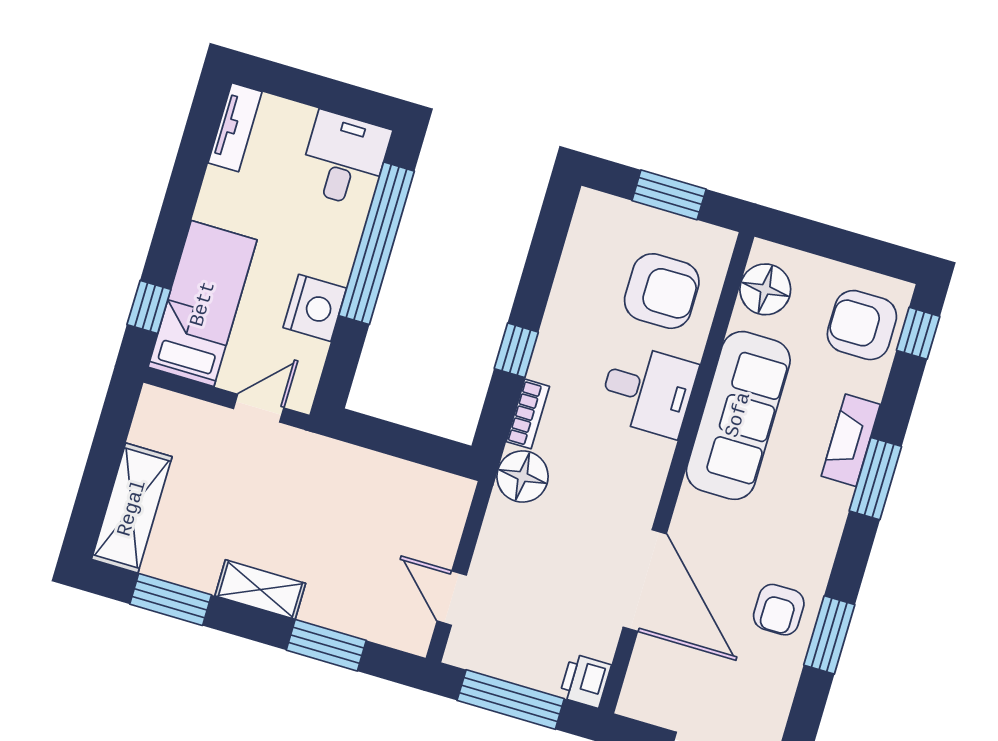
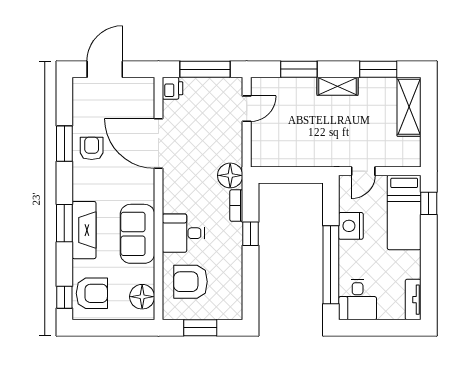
sofa: (738, 415) -> (137, 234), width x0.73
fireplace: (851, 440) -> (84, 230), width x1.37, depth x1.32
door: (452, 598) -> (247, 109), hinge flipped

